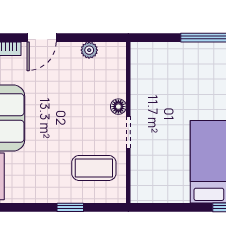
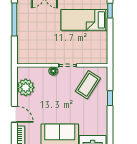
plant: (89, 50) -> (26, 87), width x1.88, depth x1.88
coffee table: (94, 168) -> (88, 85), turned 33

